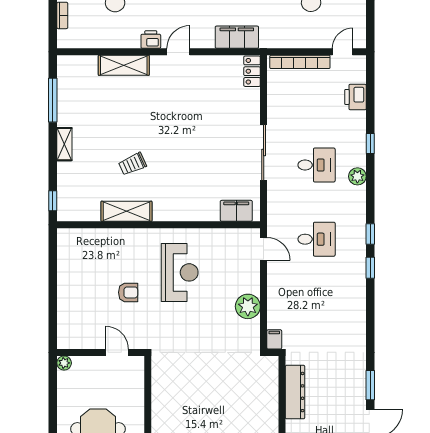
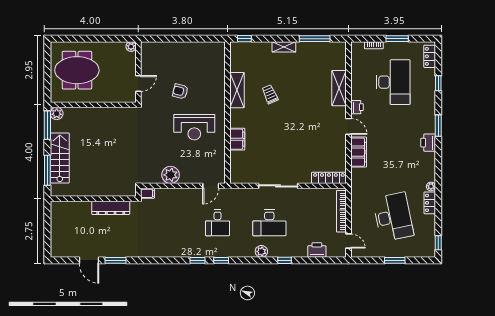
filing cabinet: (237, 37) -> (359, 152), moved
locker: (252, 71) -> (329, 178), width x1.53
desk: (317, 165) -> (269, 223), width x1.37
filing cabinet: (236, 211) -> (237, 139), moved
armchair: (128, 292) -> (180, 91), turned 104

